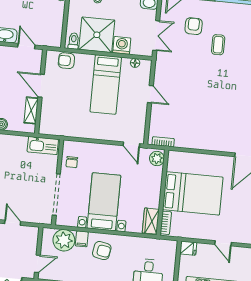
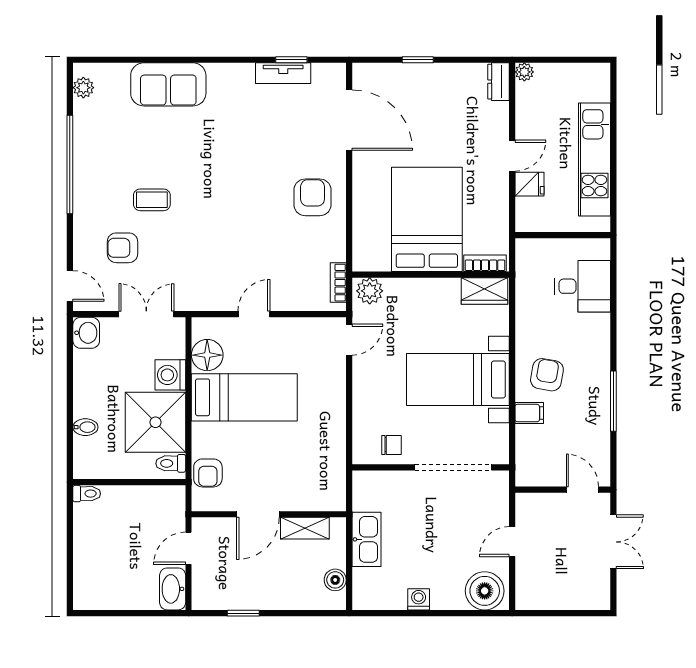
floor lamp: (135, 63) -> (207, 355), width x1.89, depth x1.89
armchair: (211, 132) -> (313, 197), added
kitchen sink: (43, 146) -> (366, 539), moved
plant: (64, 240) -> (535, 445), removed
fridge: (188, 248) -> (529, 184), moved, turned 90

